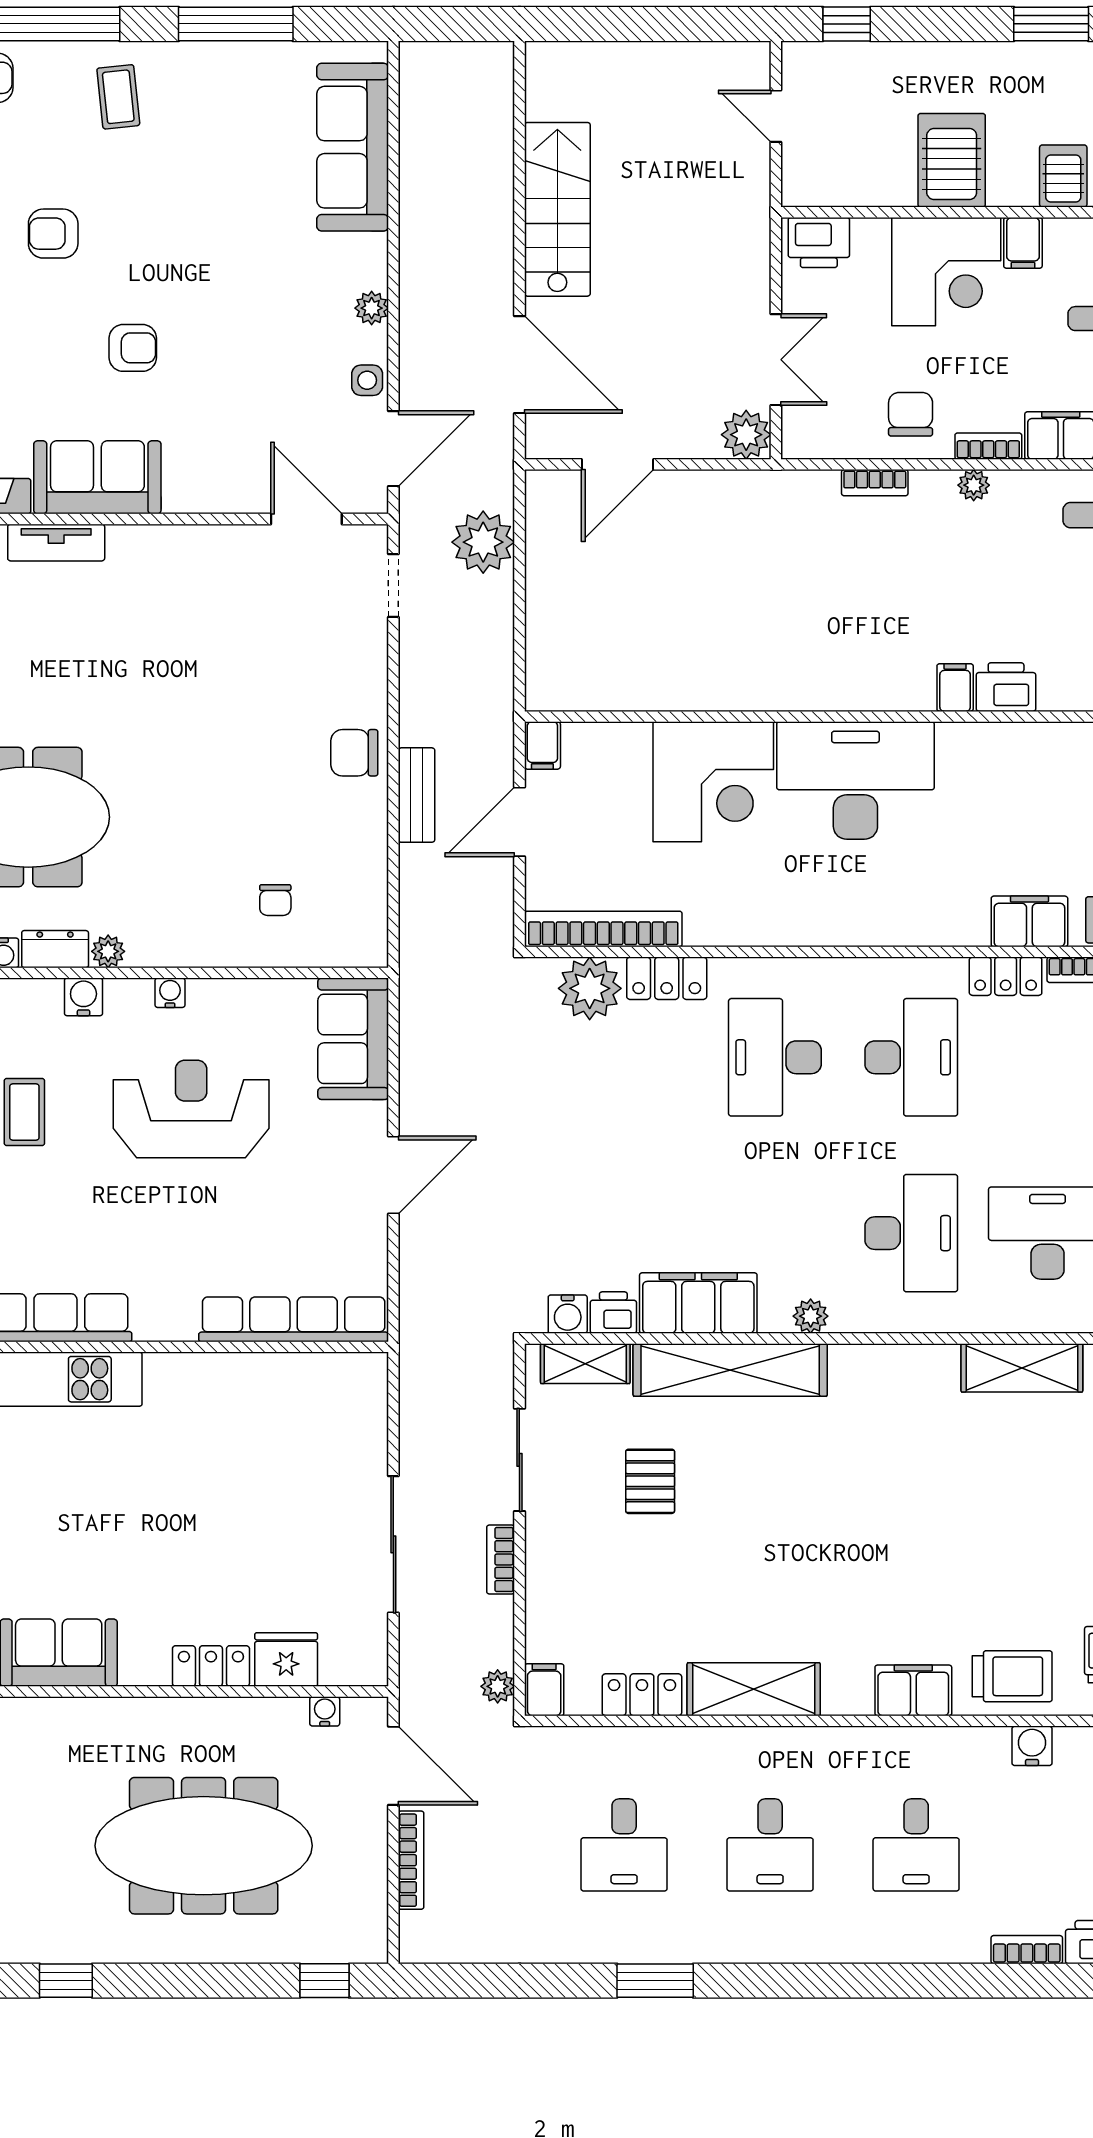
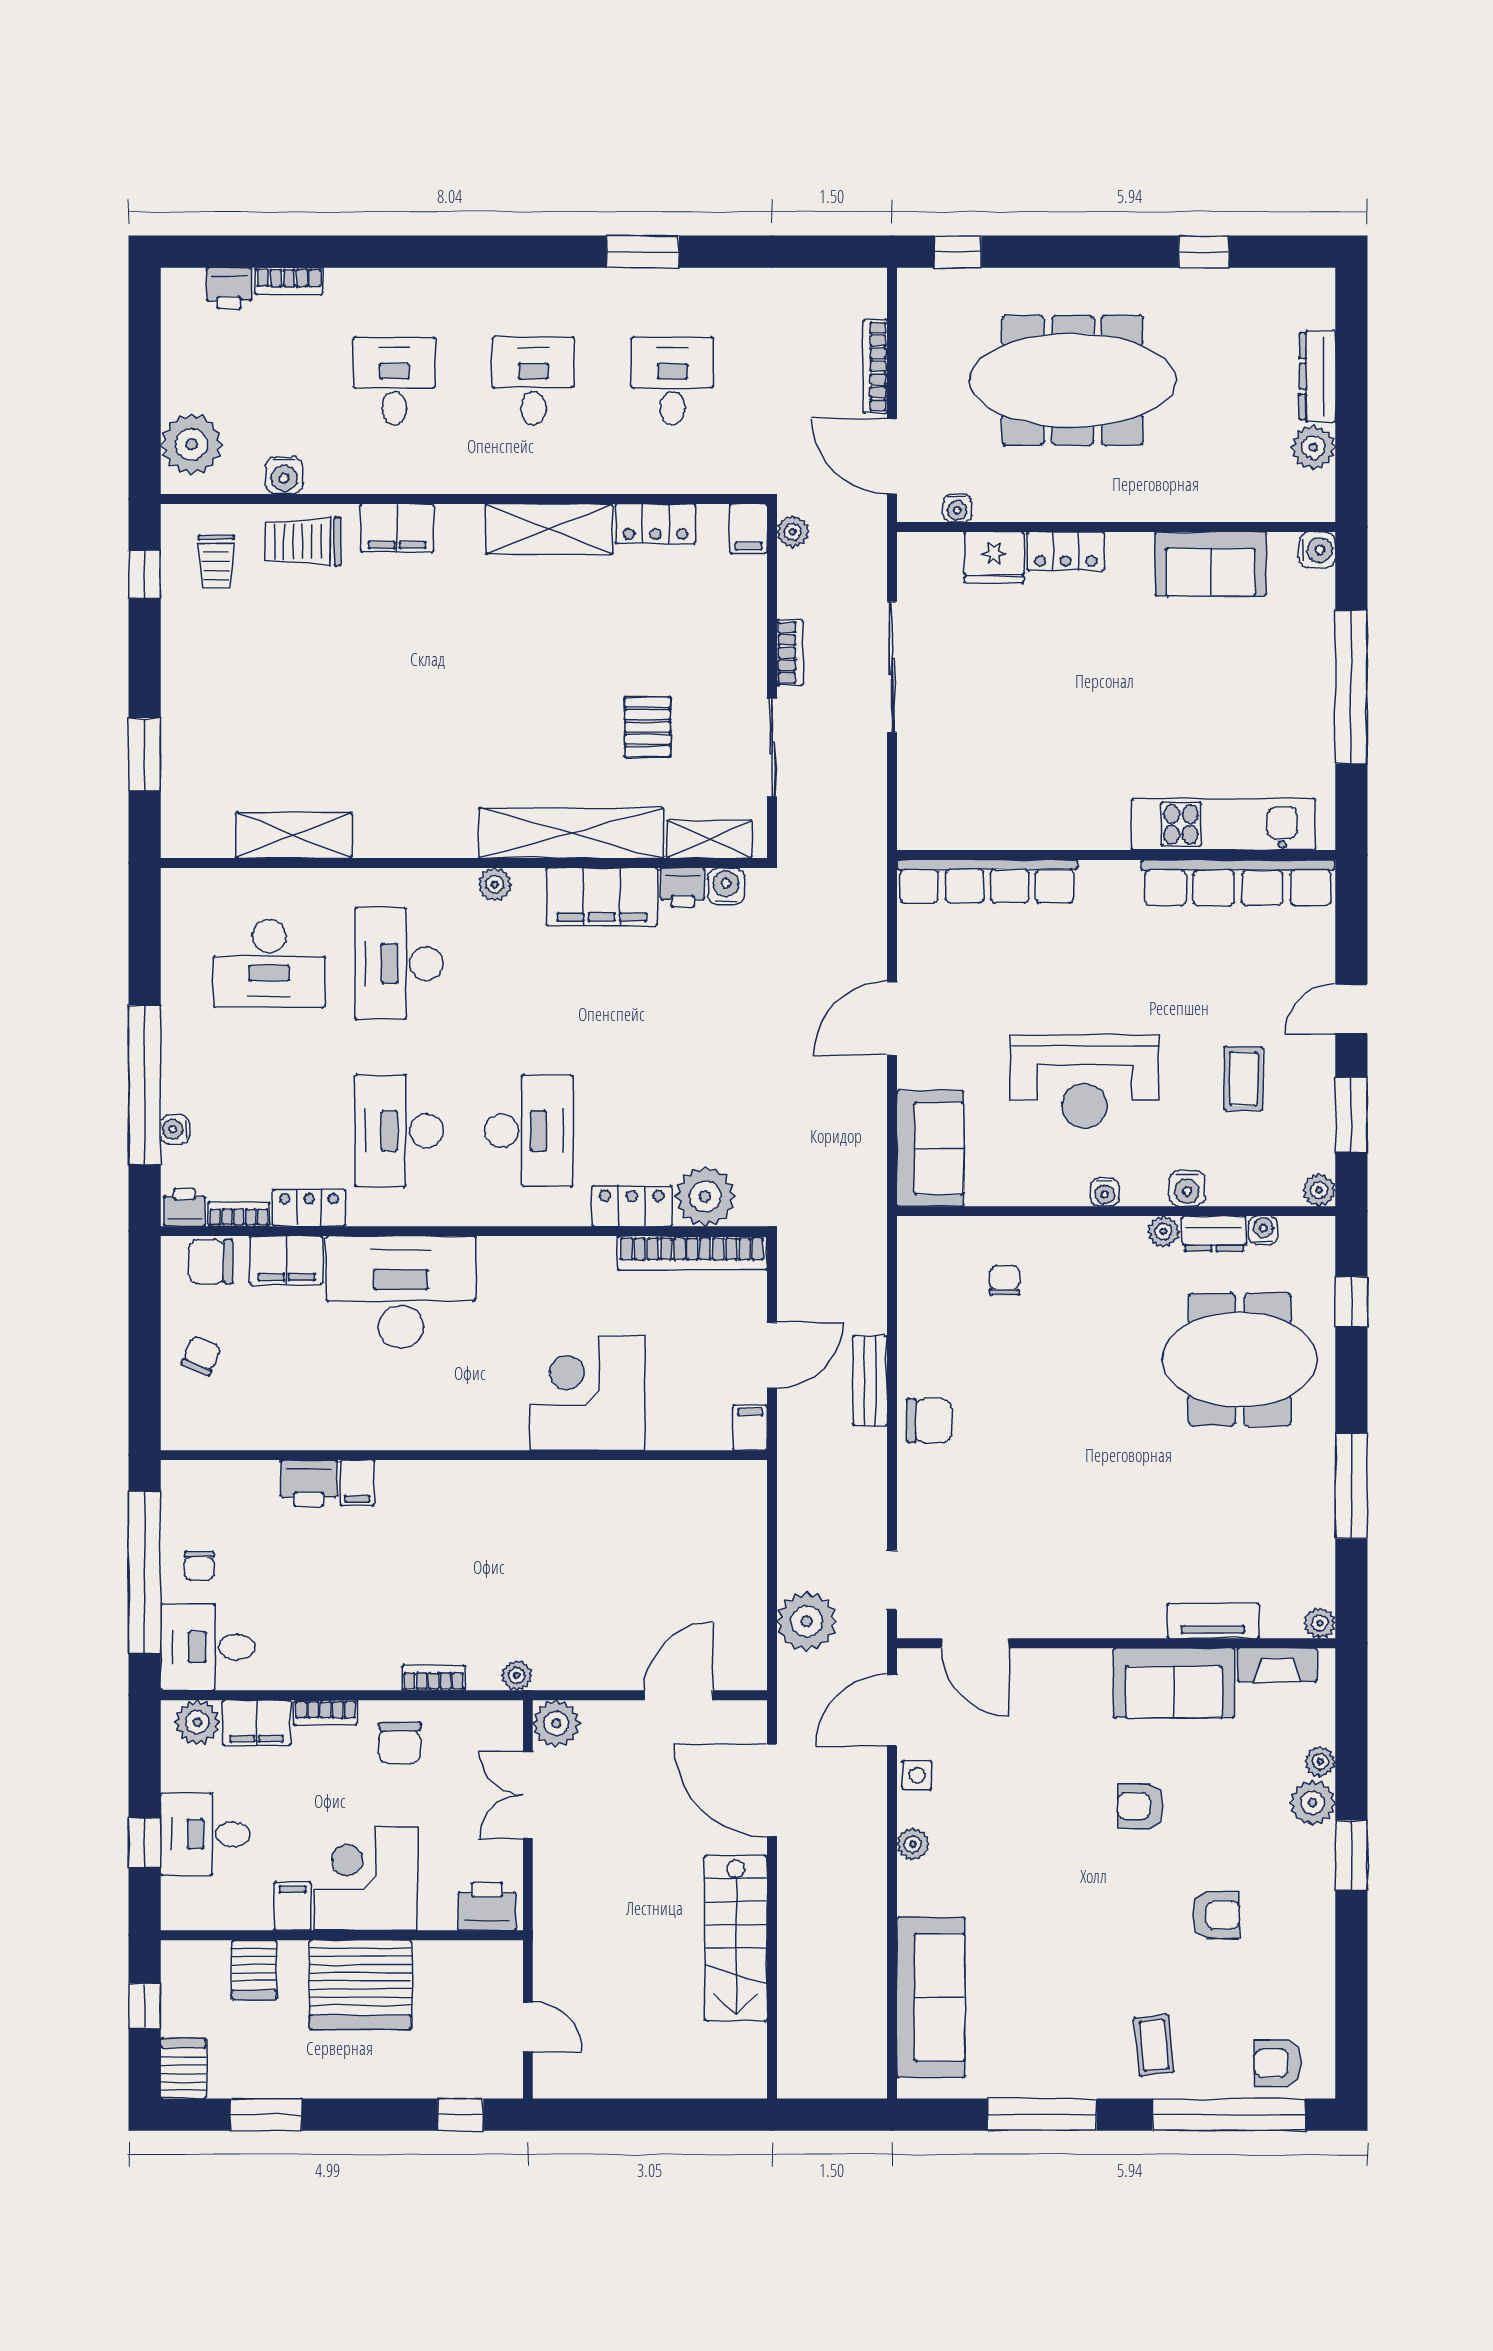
server rack: (952, 160) -> (361, 1985), width x1.60
plant: (974, 485) -> (517, 1675), moved
desk: (855, 780) -> (401, 1292), moved, turned 180

